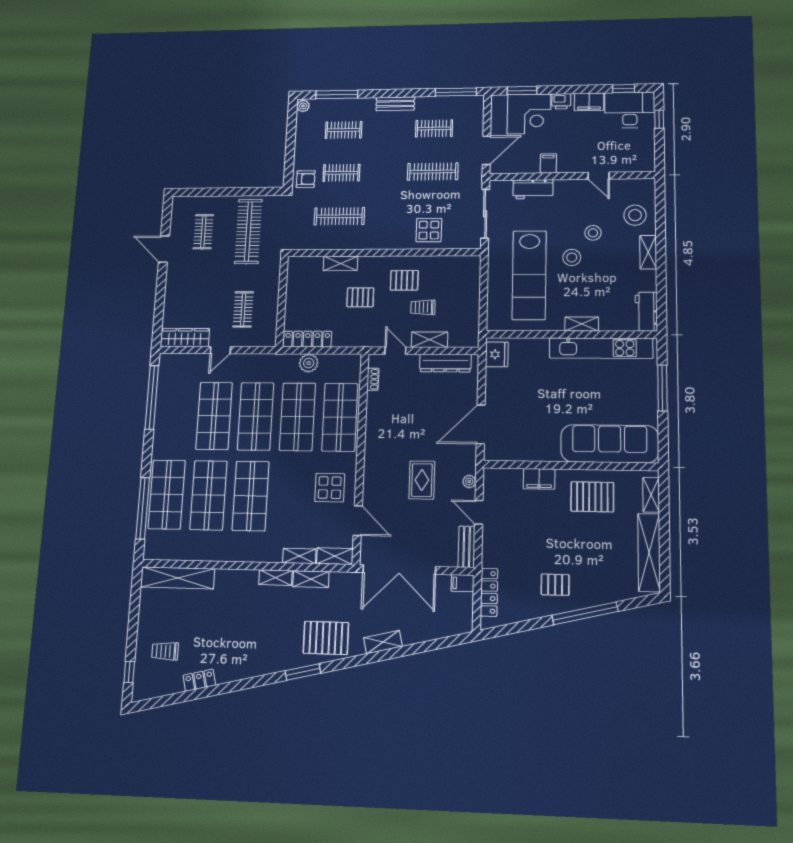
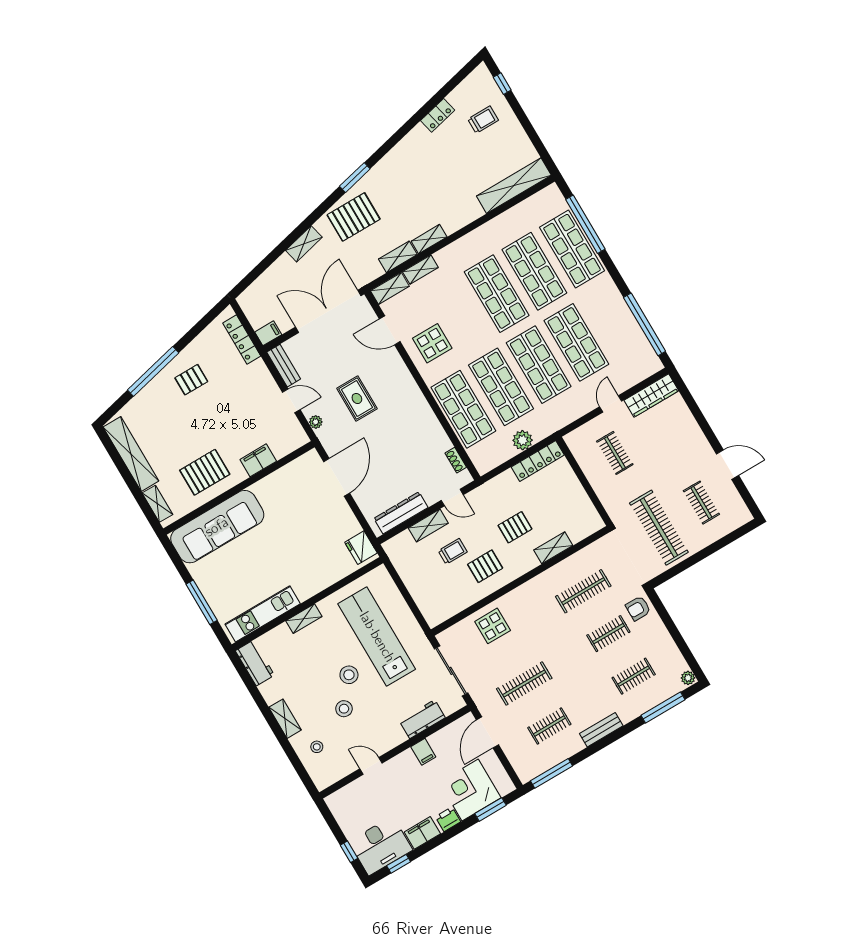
stool: (635, 215) -> (317, 747), width x0.53, depth x0.53
kitchen unit: (601, 348) -> (263, 614), width x0.73

